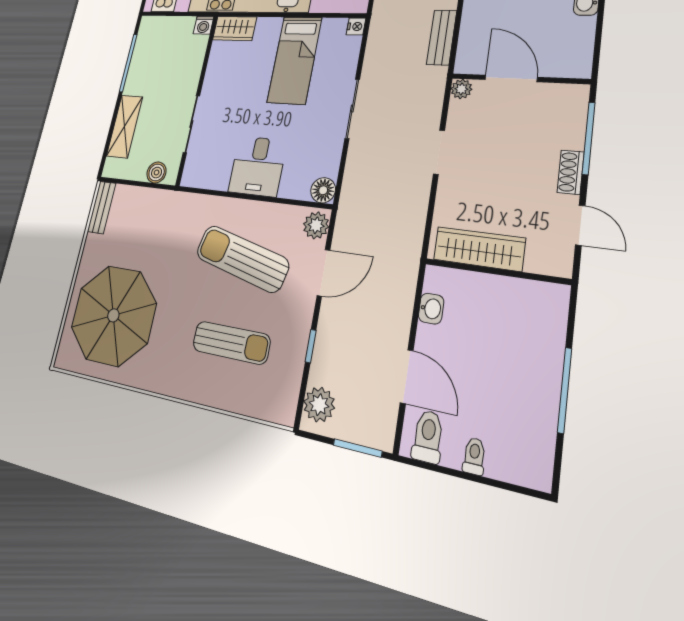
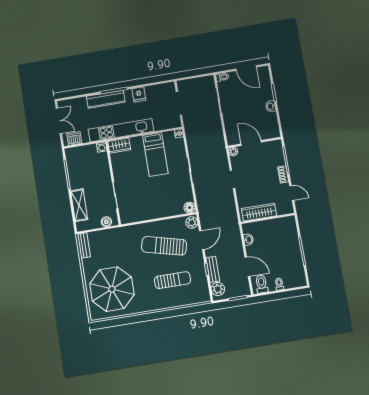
bench: (442, 37) -> (213, 269), moved
desk: (257, 166) -> (156, 206), removed

